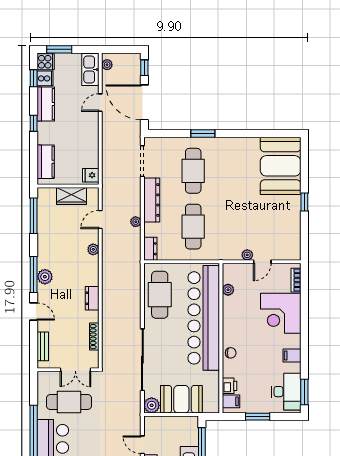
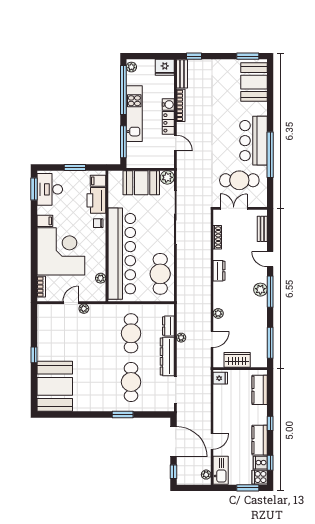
dresser: (150, 249) -> (168, 326), moved
corner desk: (281, 313) -> (61, 251), width x1.36, depth x1.36
printer: (229, 386) -> (96, 200), width x1.87, depth x1.48

